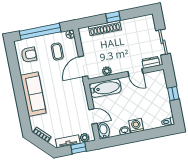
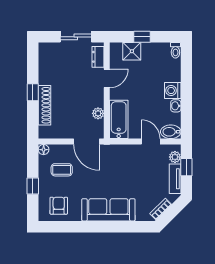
window: (40, 31) -> (33, 186), width x0.32
shower: (160, 88) -> (132, 51), added
door: (93, 116) -> (151, 142), hinge flipped

